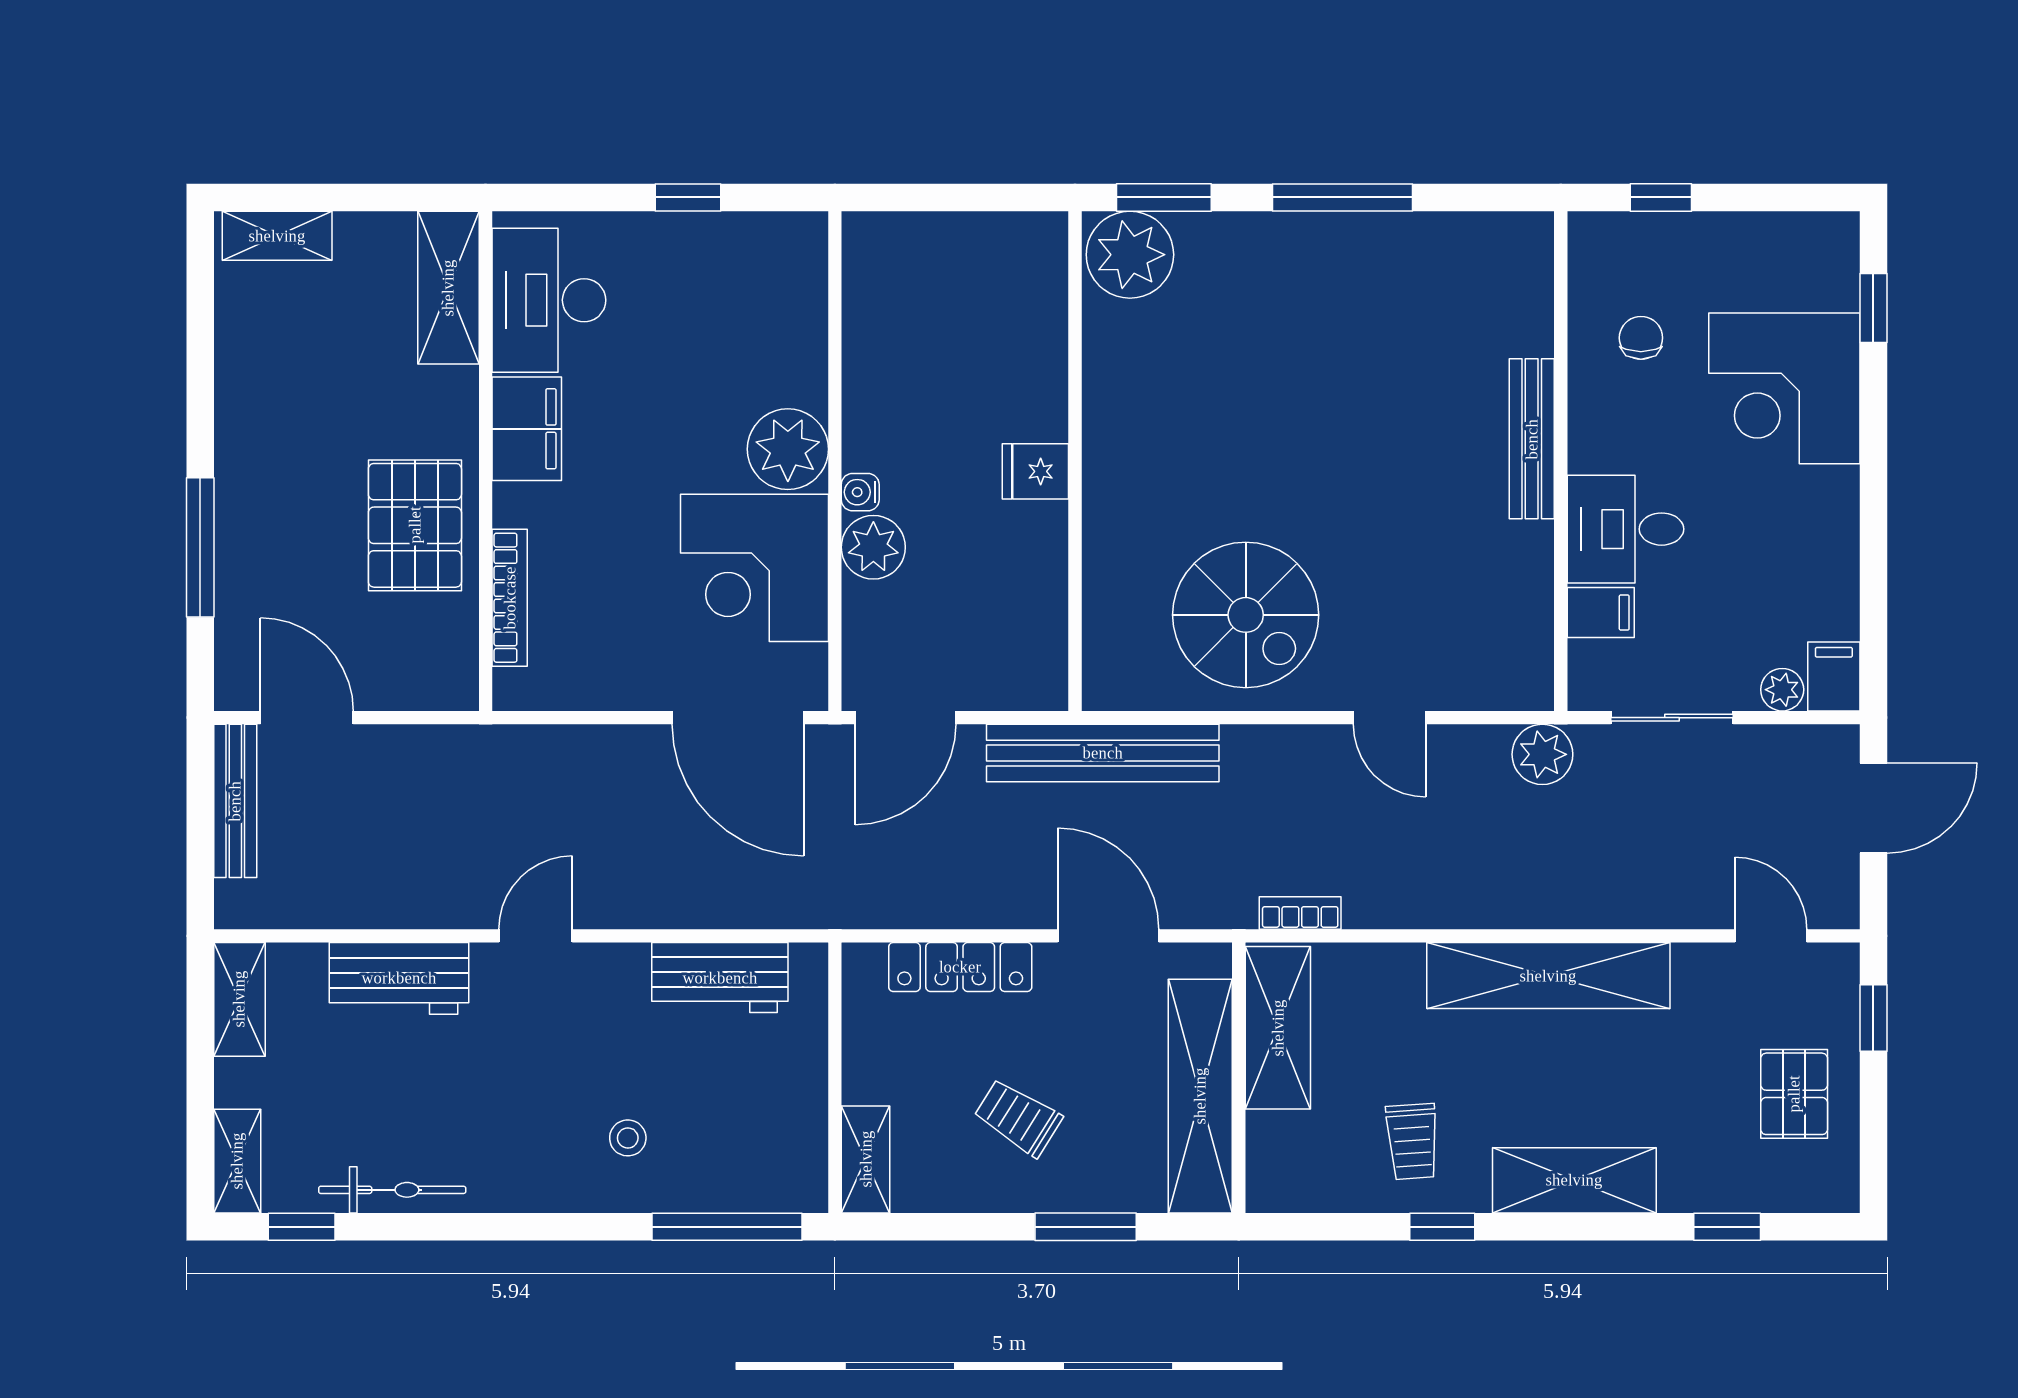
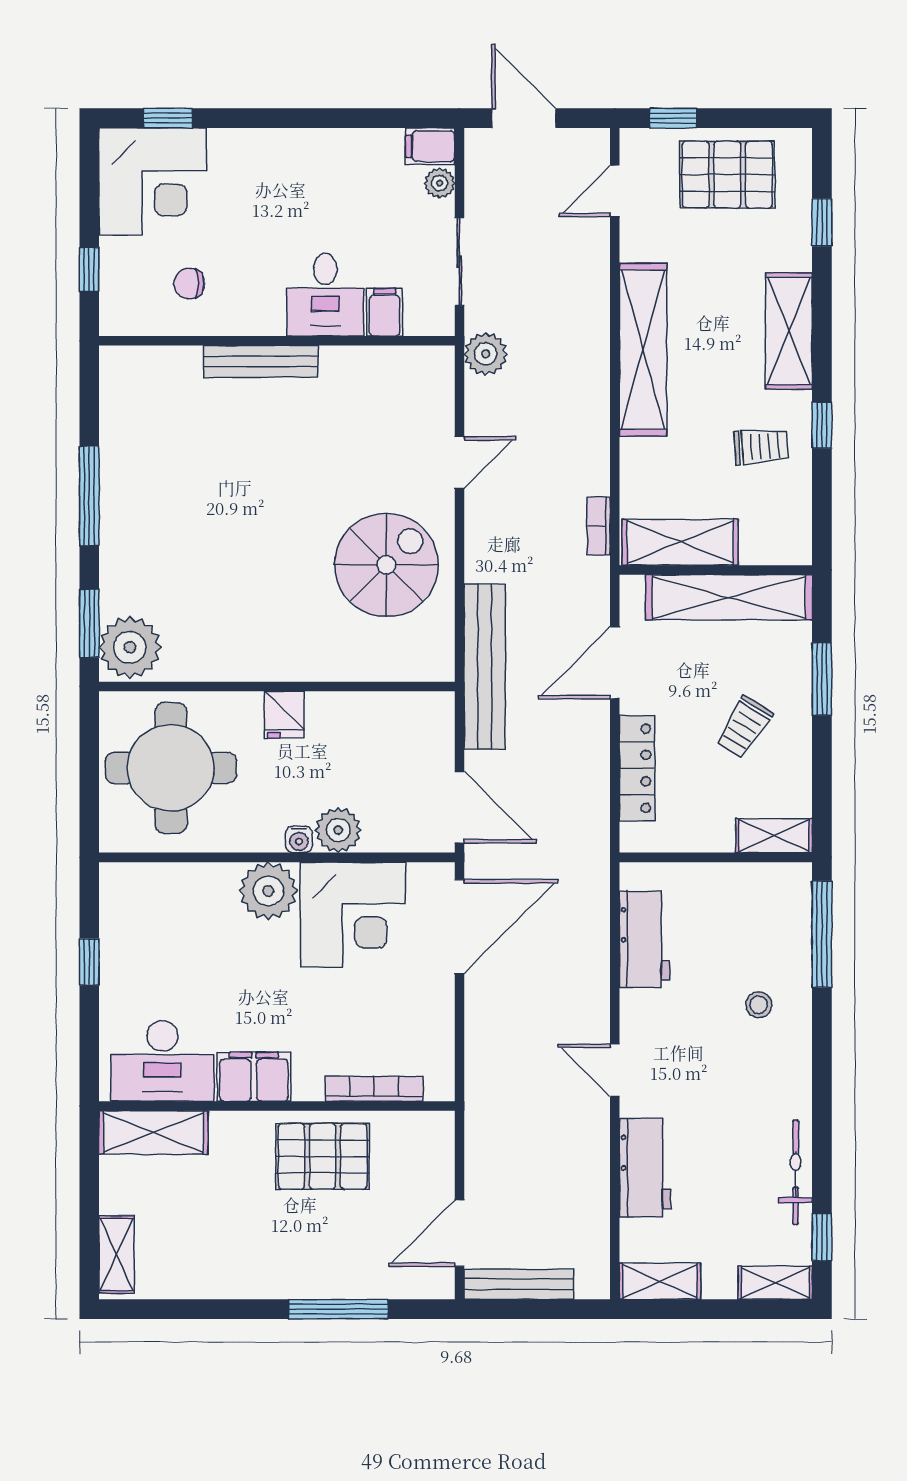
round table: (961, 312) -> (171, 768), added
corner desk: (1784, 388) -> (153, 182), moved
pallet: (1794, 1094) -> (727, 175), width x1.50, depth x1.42

